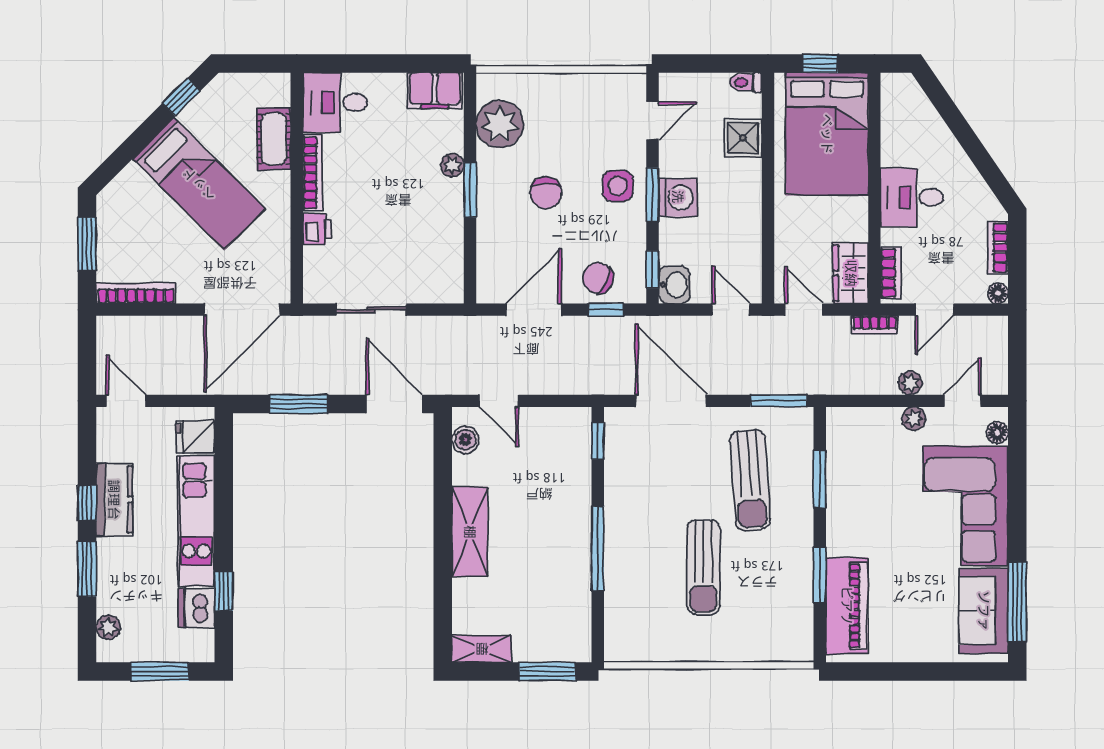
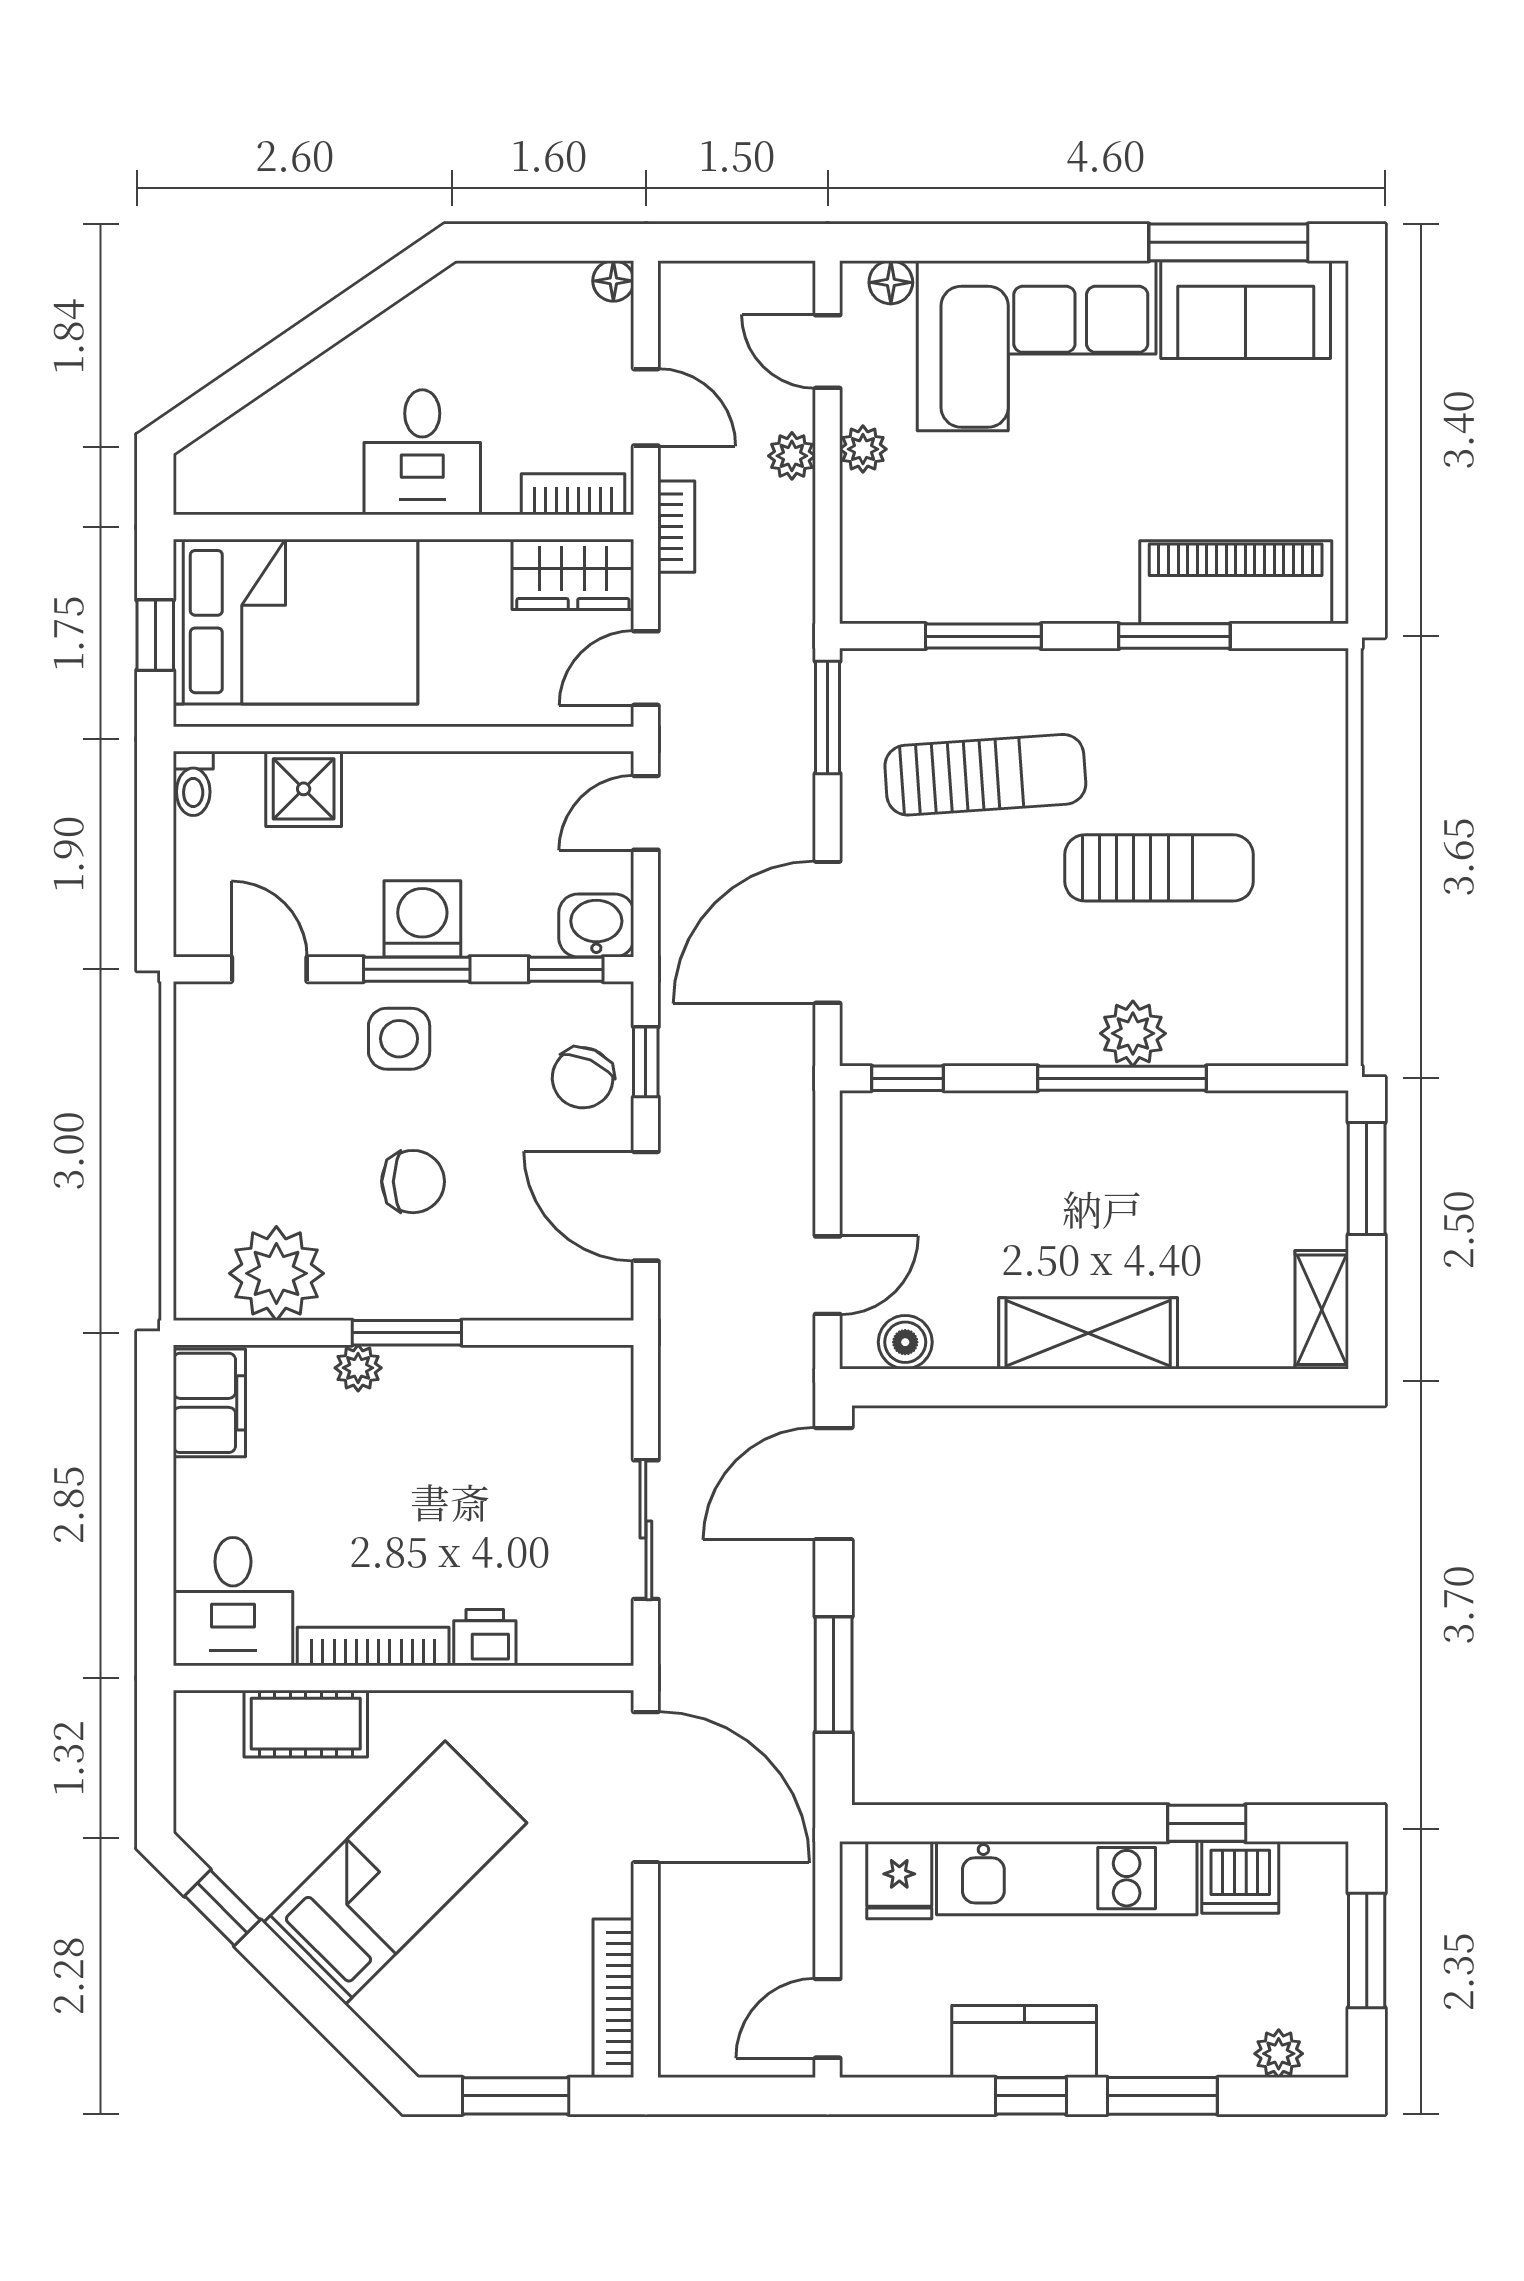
bookcase: (998, 248) -> (522, 281), removed
plant: (620, 554) -> (1133, 1033), added

